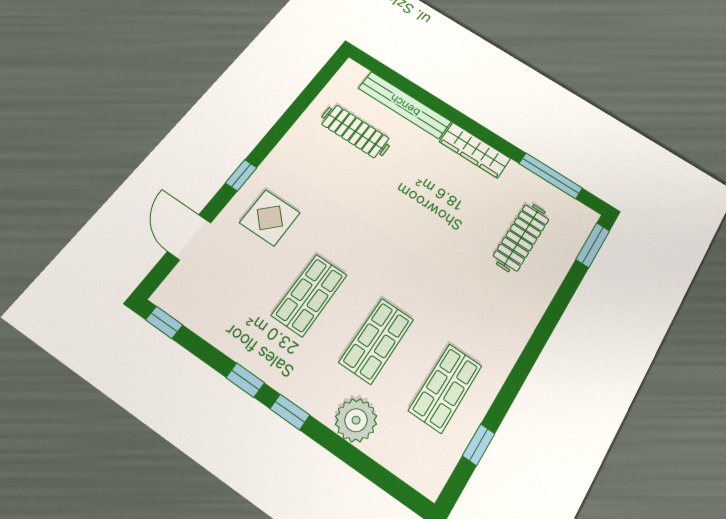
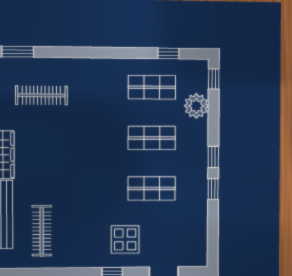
window: (164, 322) -> (214, 79), moved
plant: (356, 420) -> (196, 106), moved

